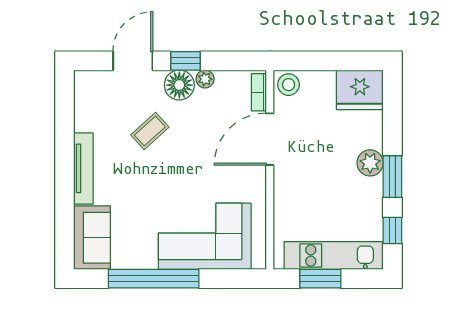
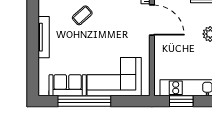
door: (270, 139) -> (152, 20), swing flipped
sofa: (92, 238) -> (68, 85), moved, turned -90

